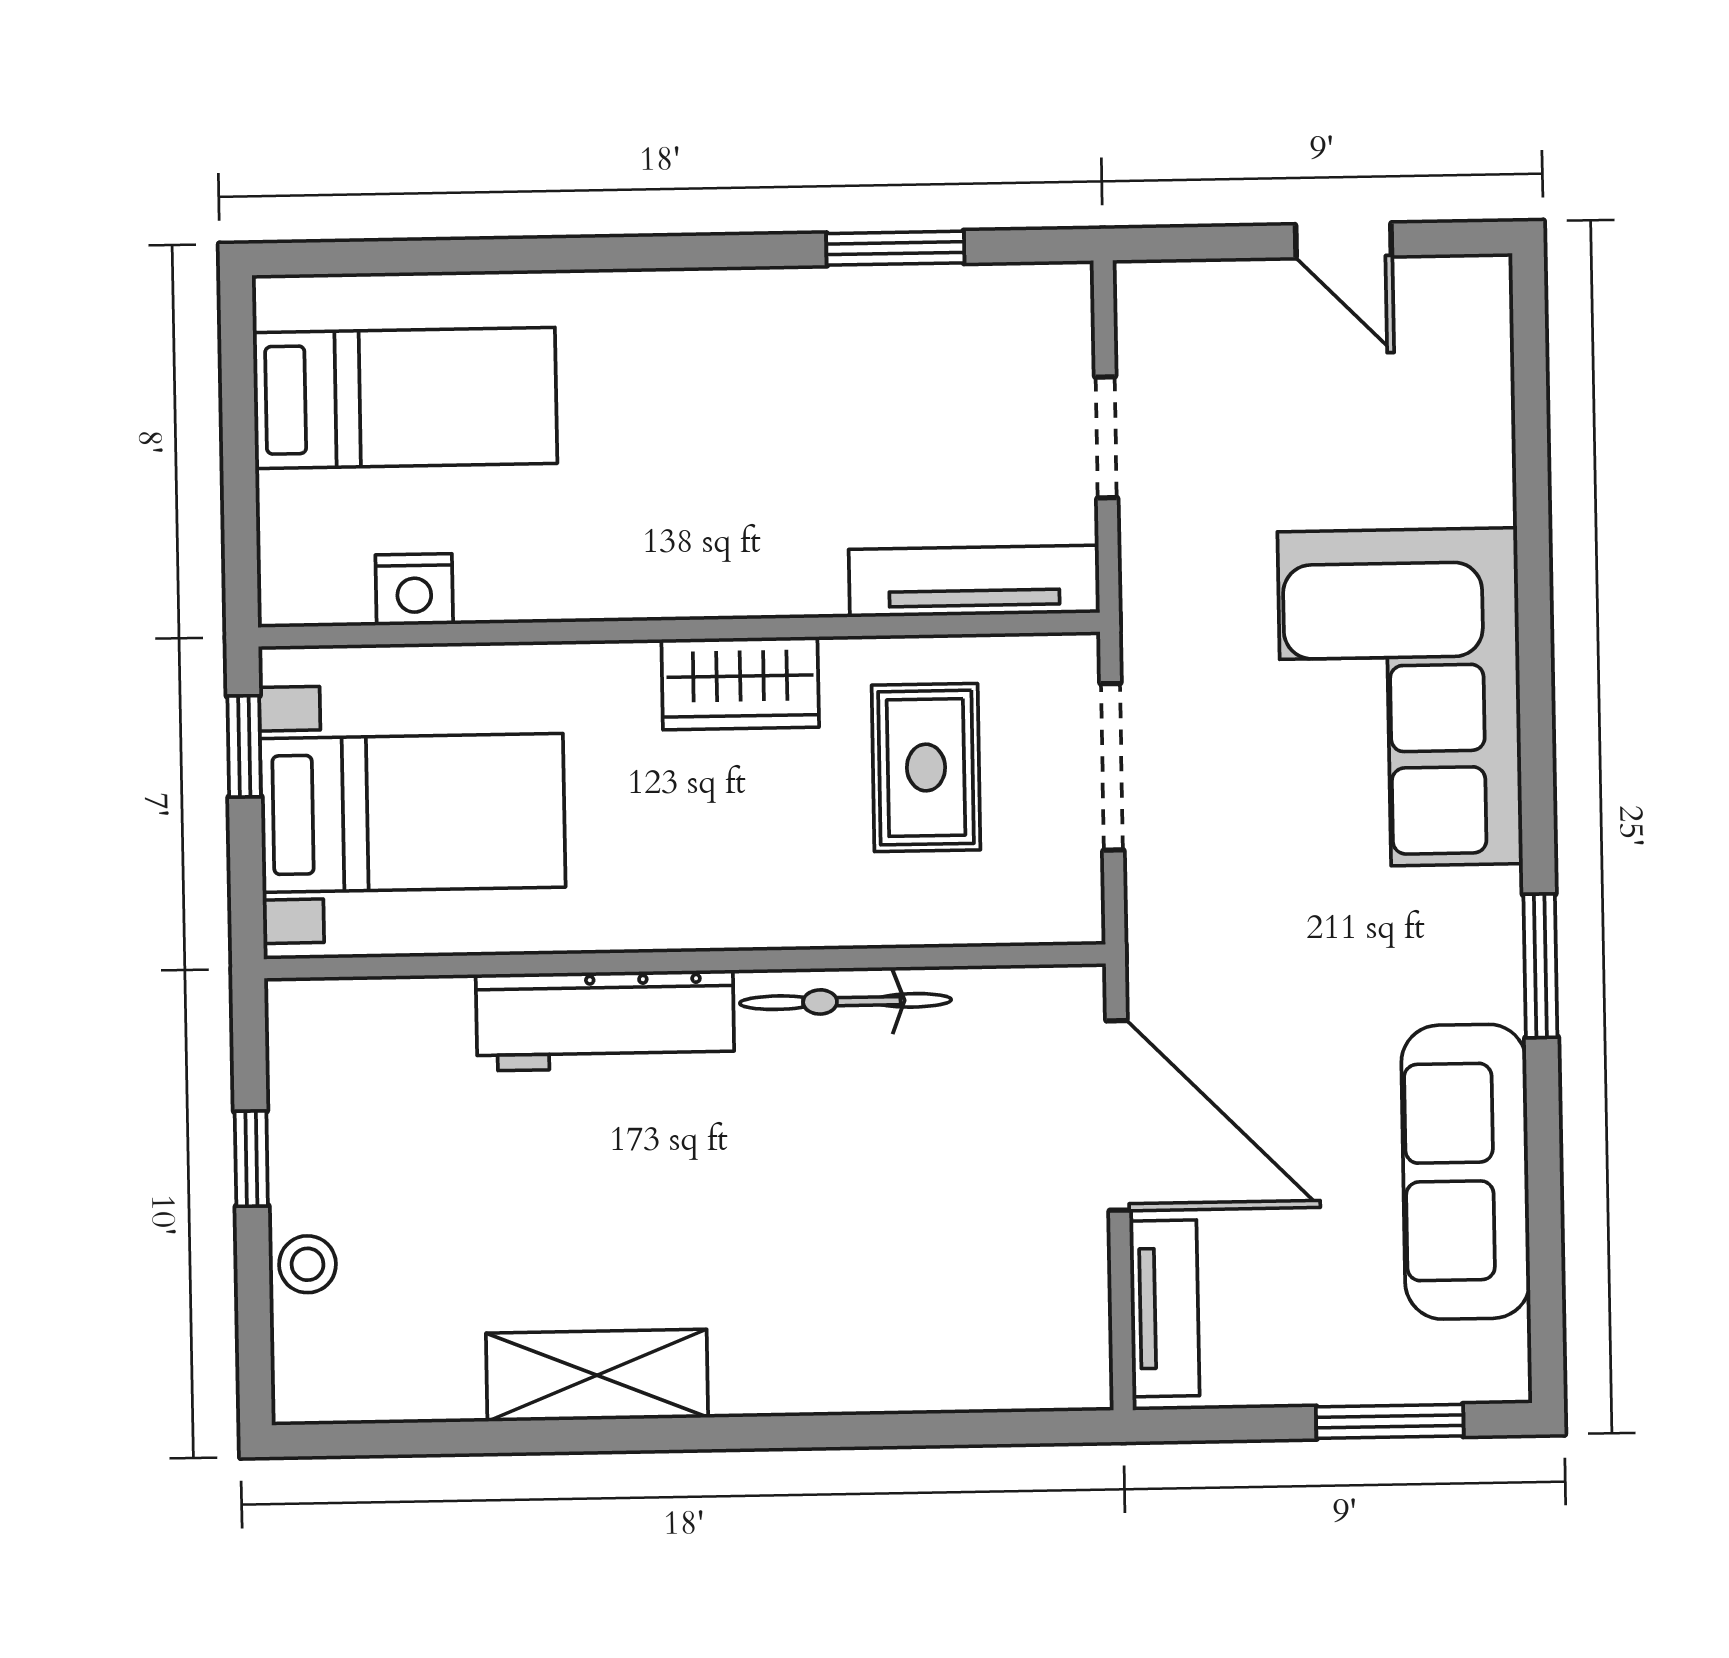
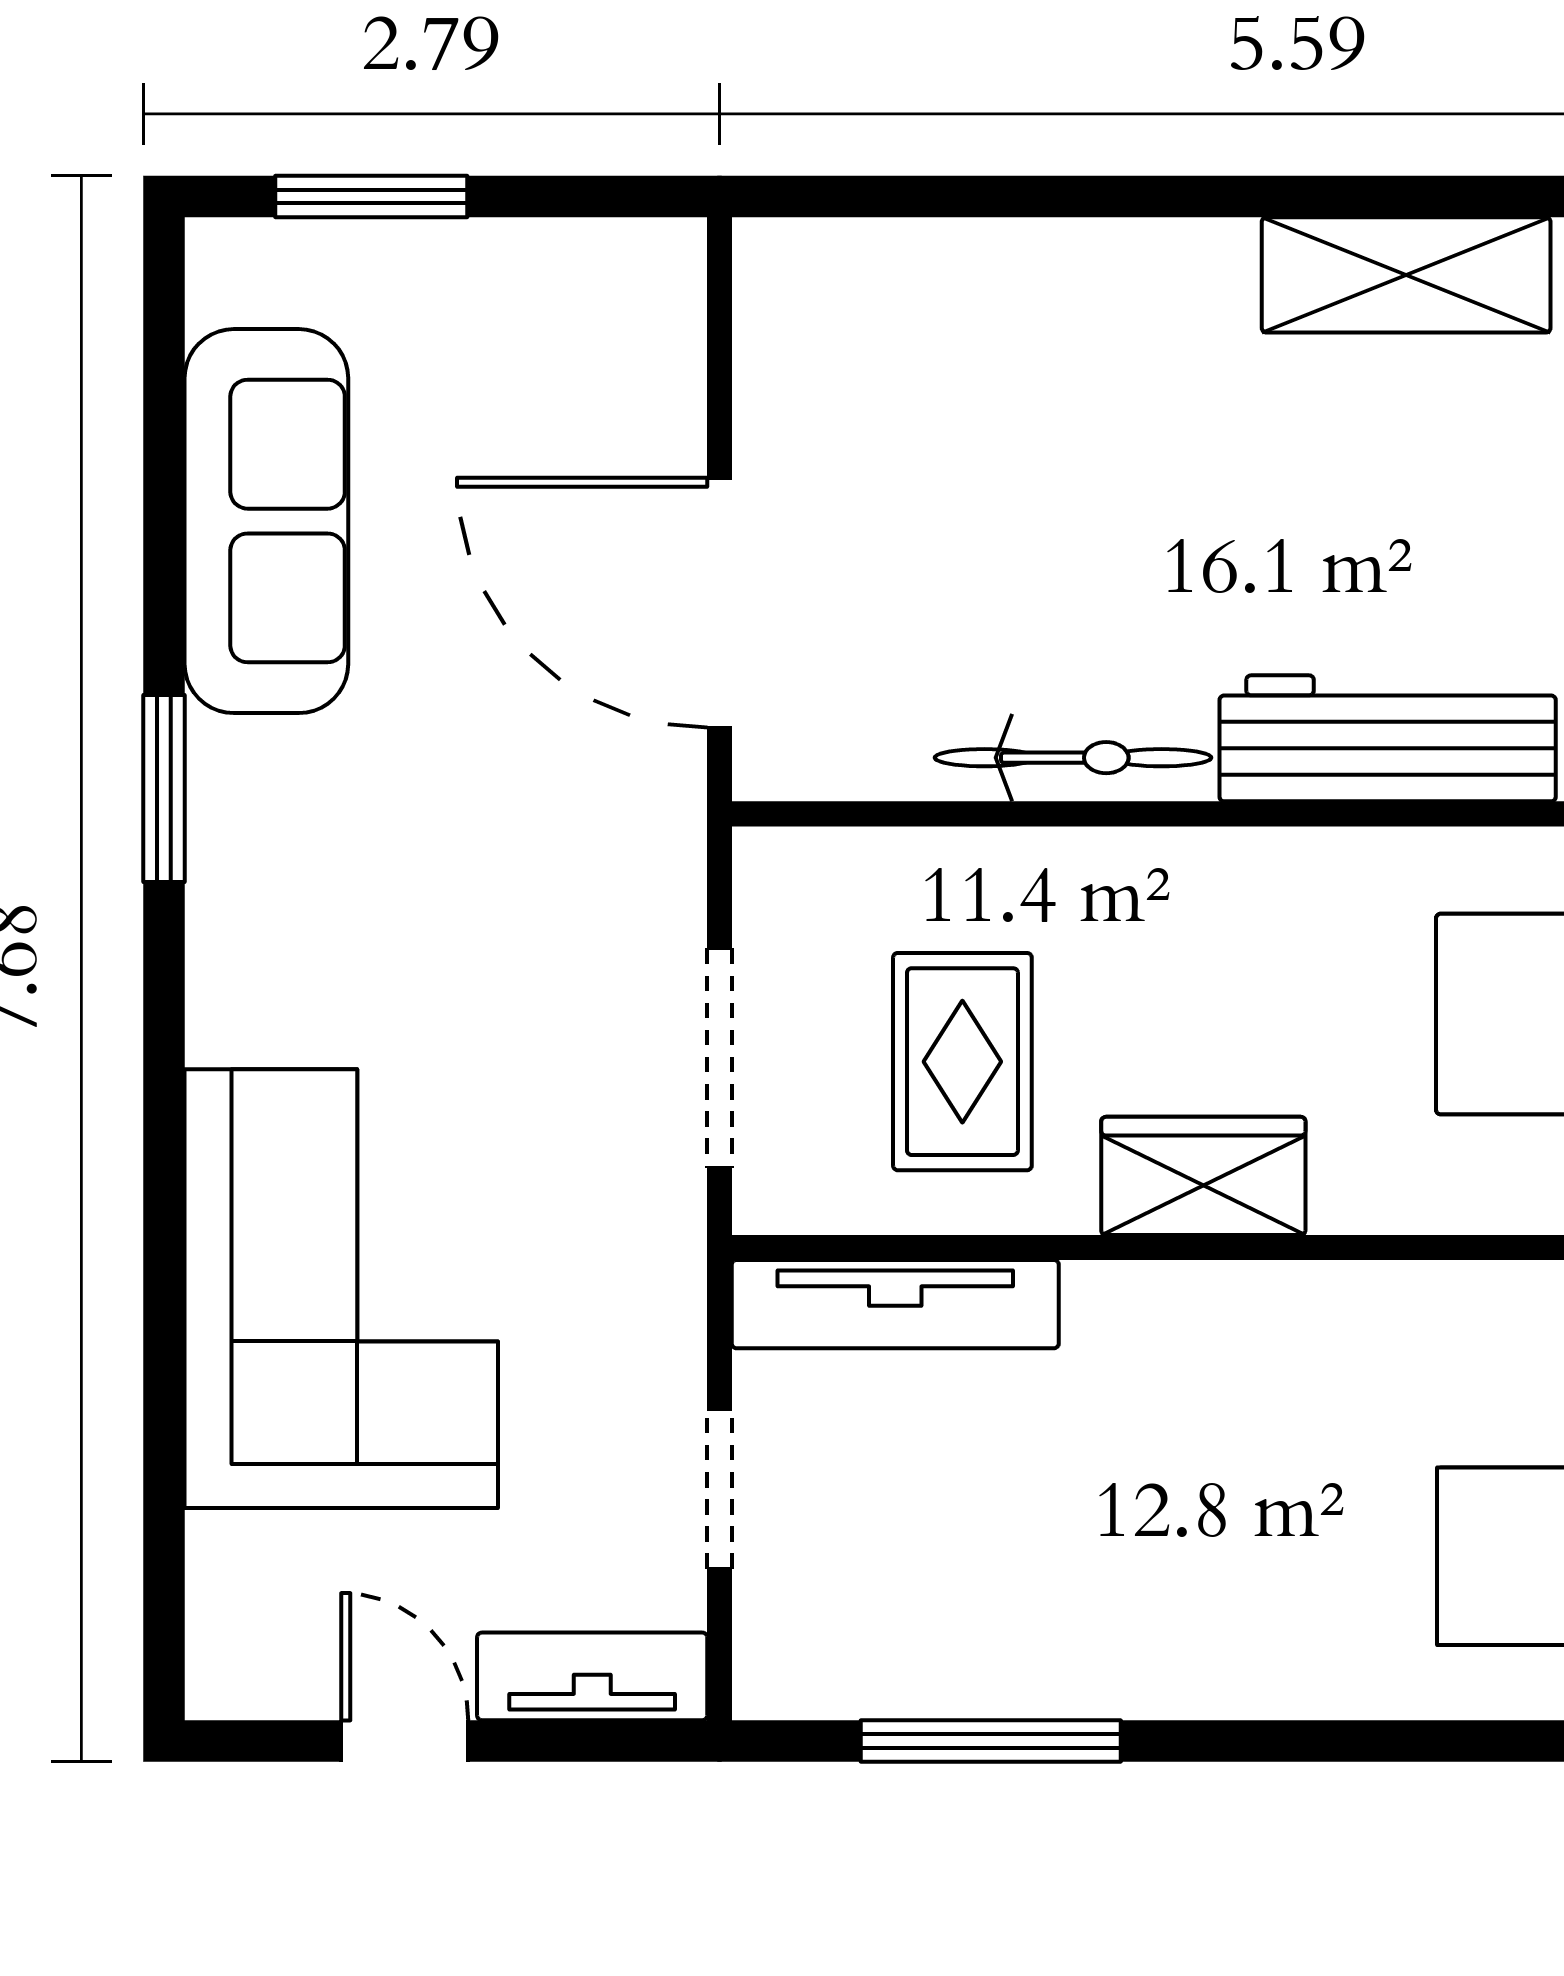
window: (895, 248) -> (991, 1741), width x1.44
corner sofa: (1400, 698) -> (341, 1289), moved
tv unit: (1164, 1308) -> (592, 1676), moved, turned 90

